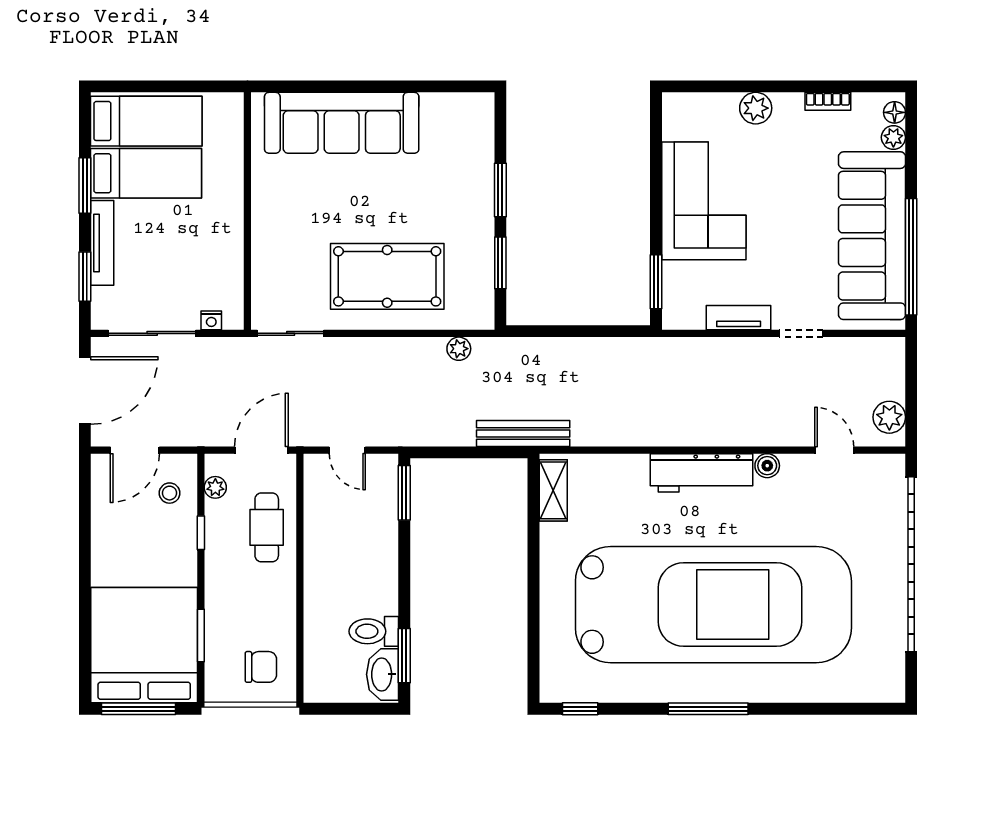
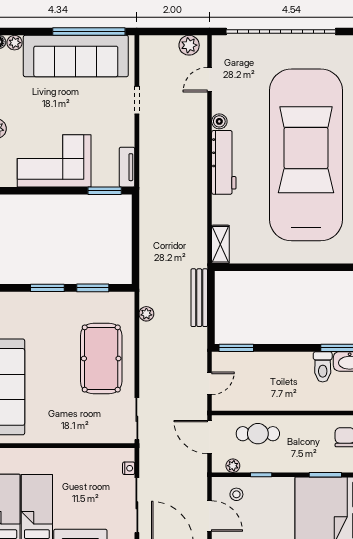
tv unit: (739, 318) -> (127, 167), moved
bench: (523, 433) -> (199, 298), moved
shelving: (553, 490) -> (220, 244), moved, turned 90

